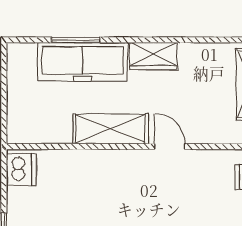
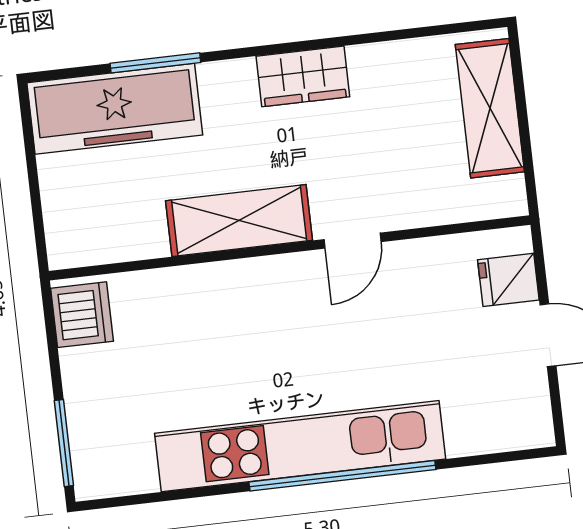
freezer: (83, 62) -> (115, 109), moved
door: (170, 147) -> (353, 241), swing flipped

